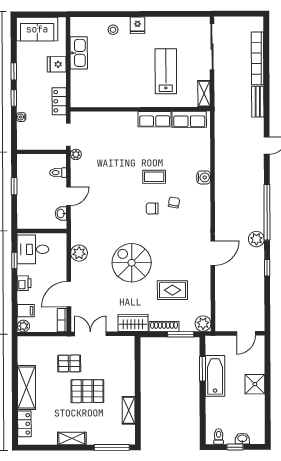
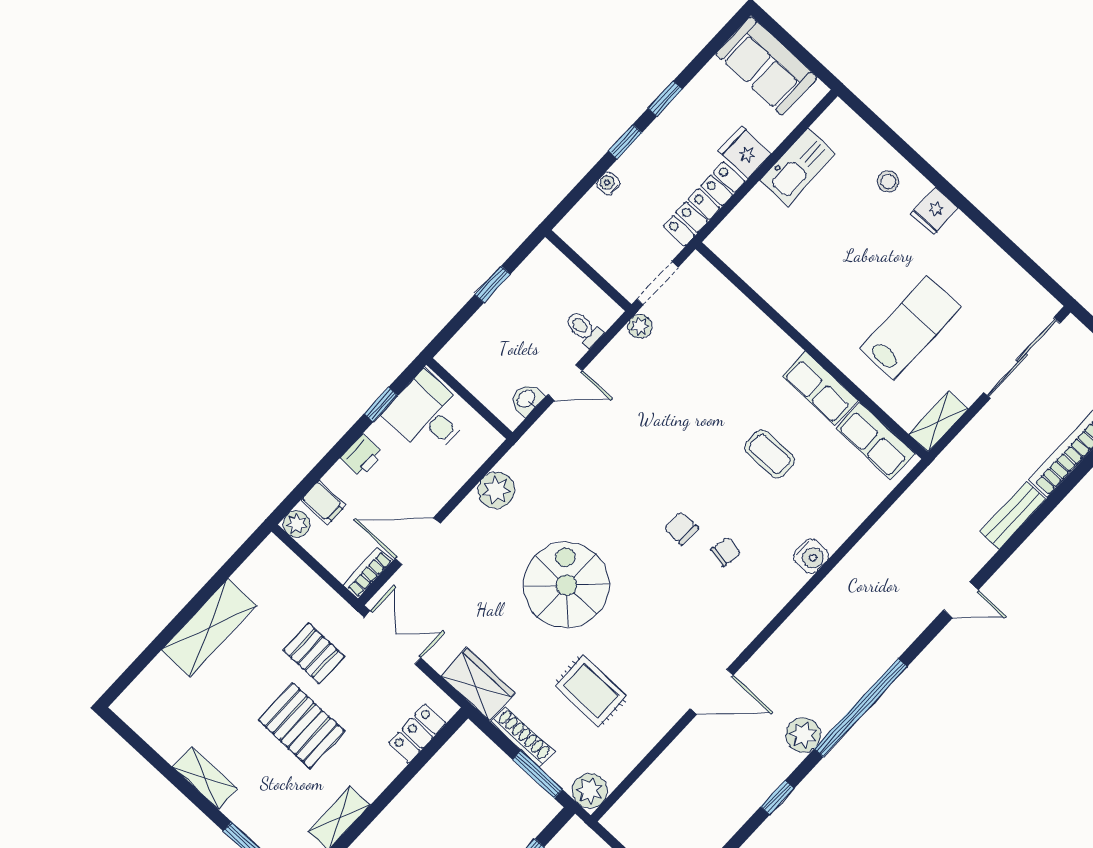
locker: (59, 101) -> (704, 204), width x1.53
coffee table: (154, 177) -> (770, 454), moved
locker: (24, 424) -> (417, 733), moved, turned 180

